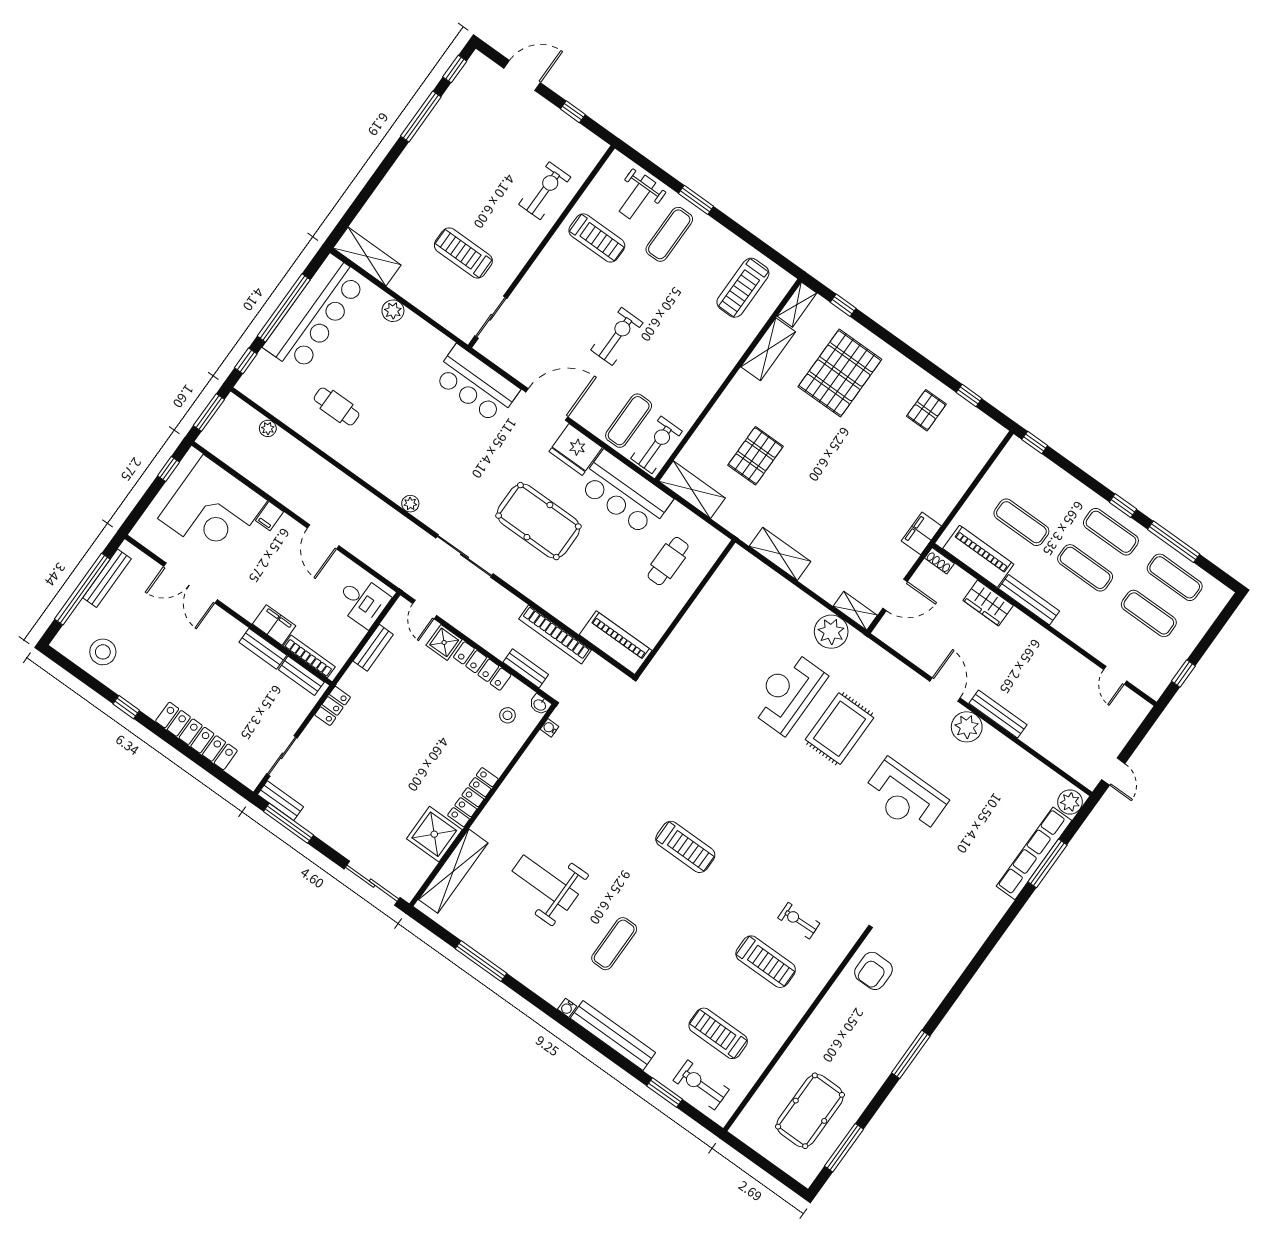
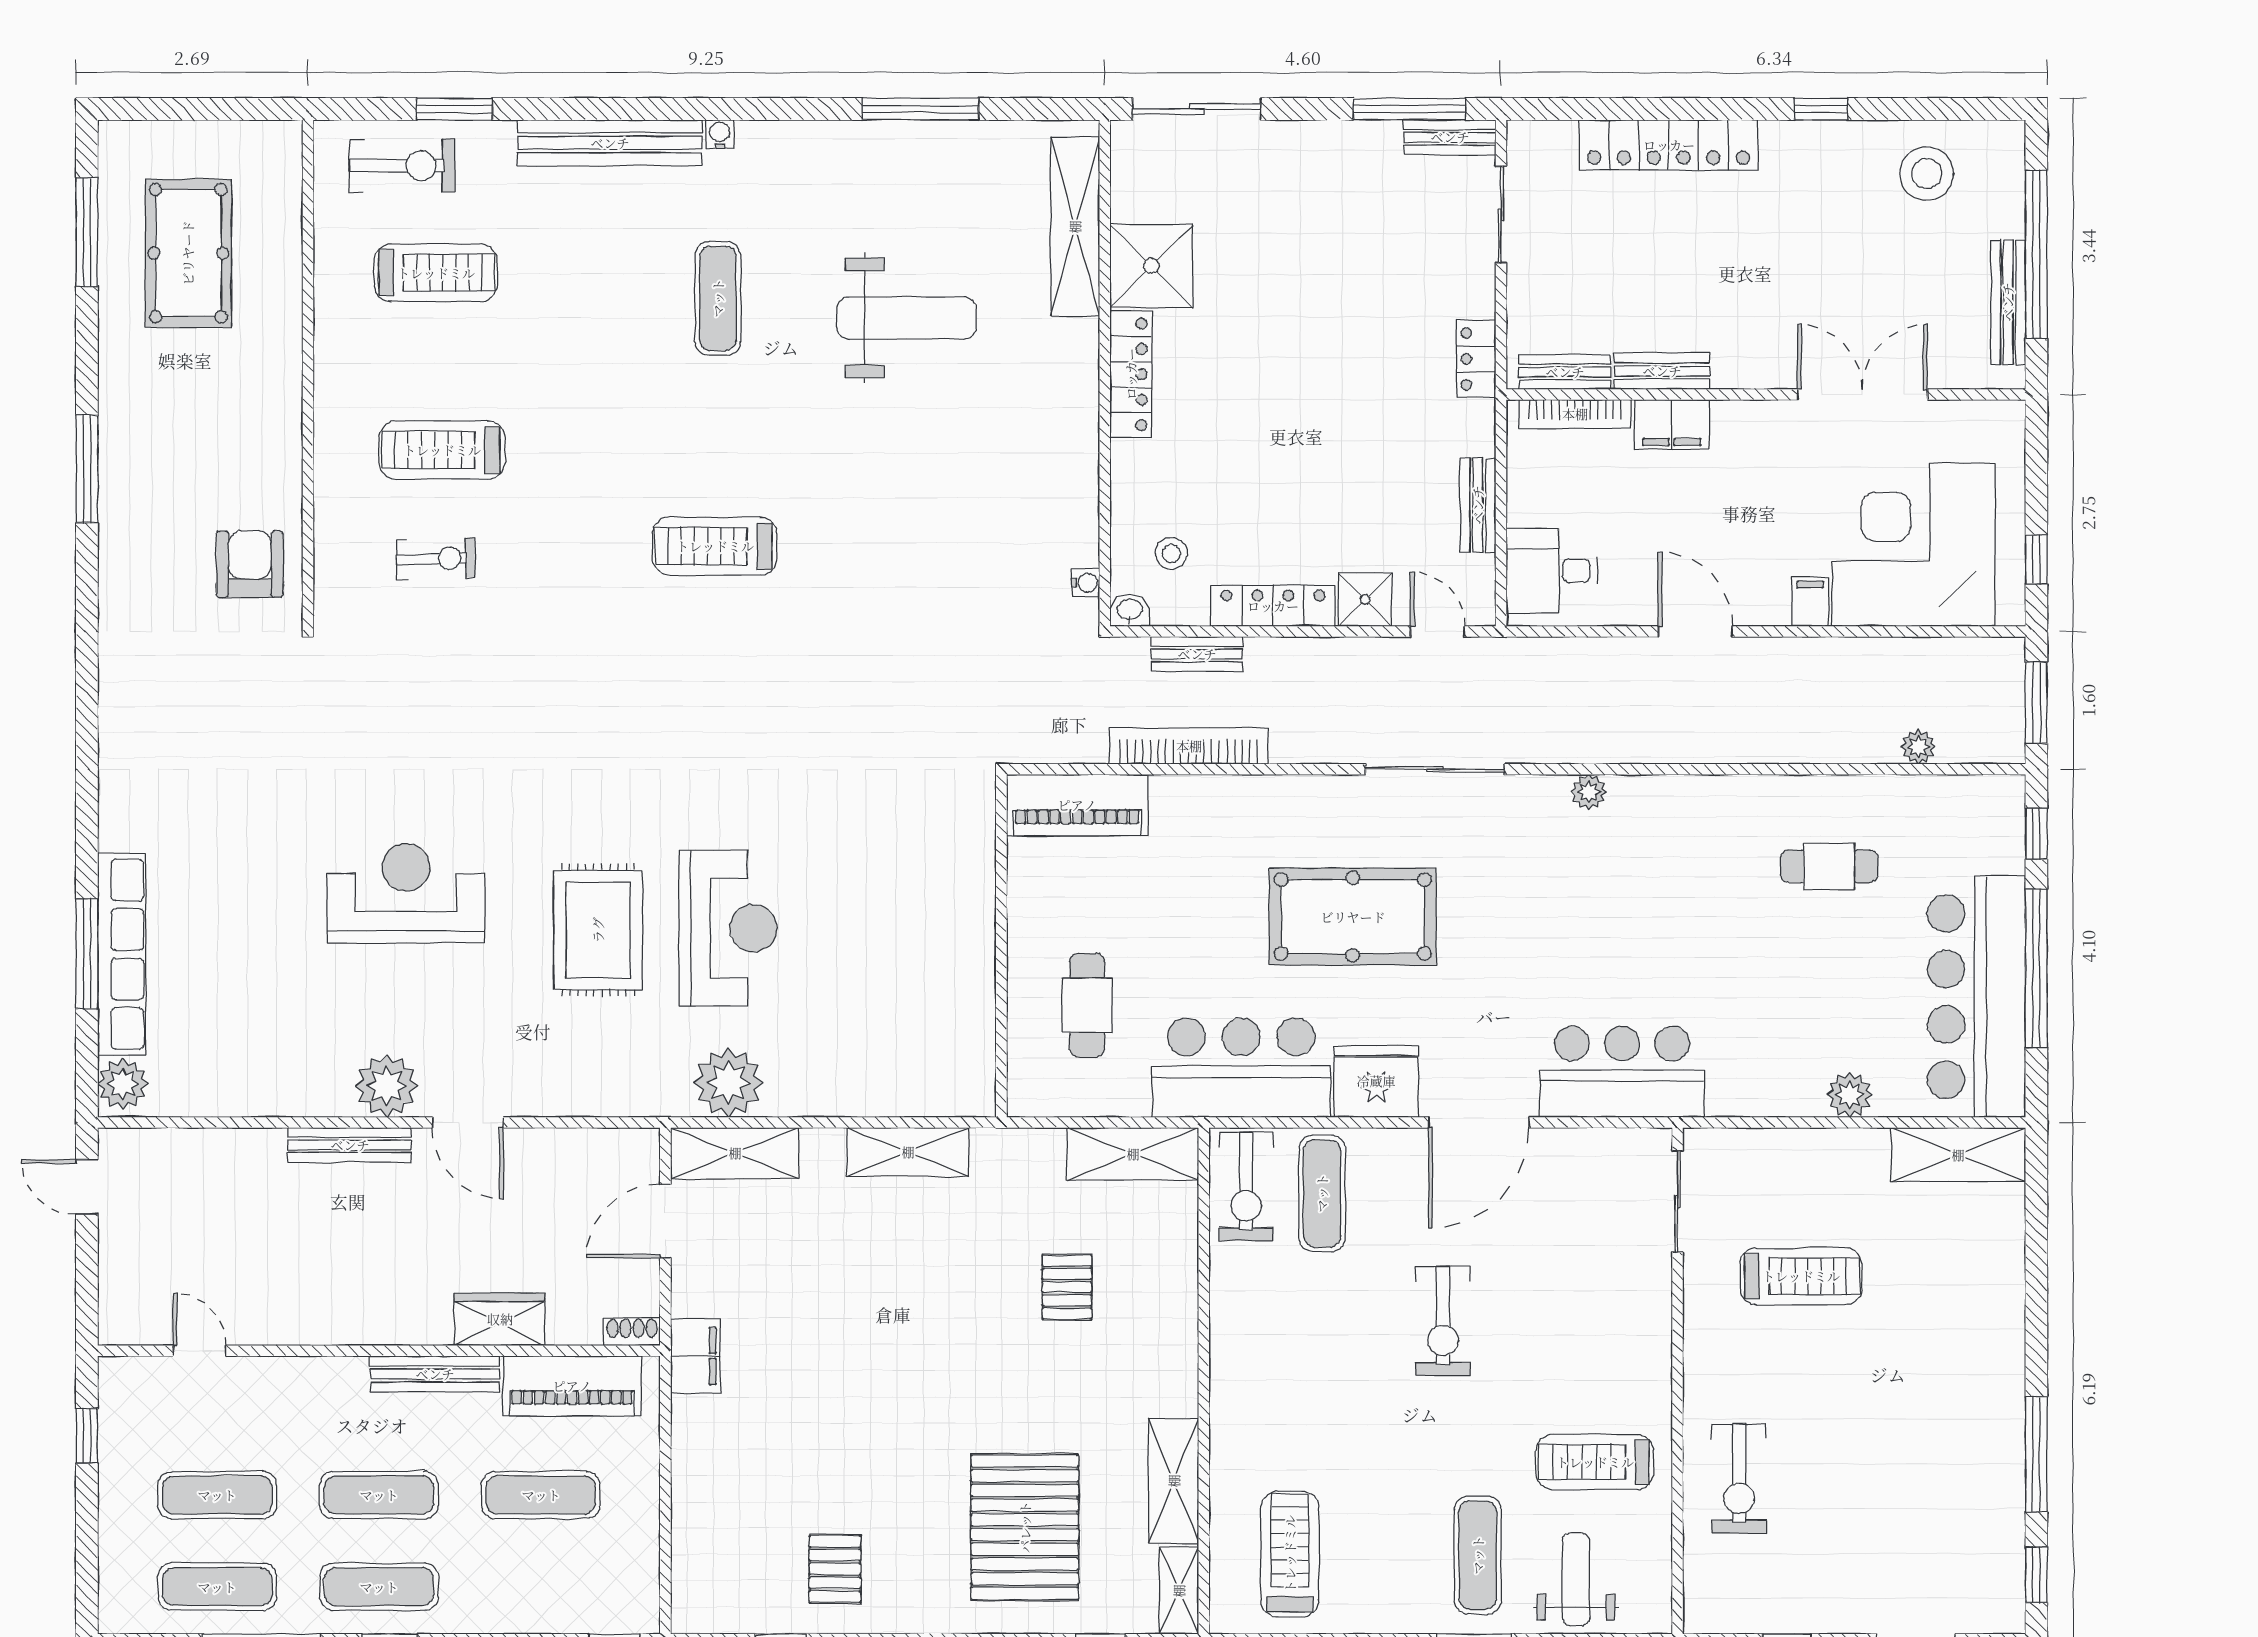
pallet: (756, 456) -> (1067, 1287), width x0.67, depth x0.71
shelving: (855, 611) -> (735, 1153), width x1.50, depth x1.33

